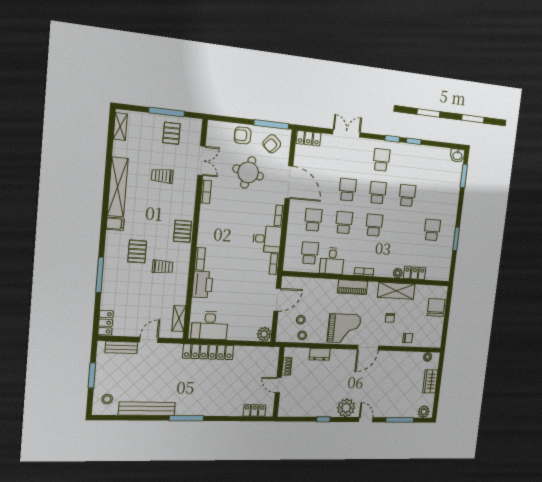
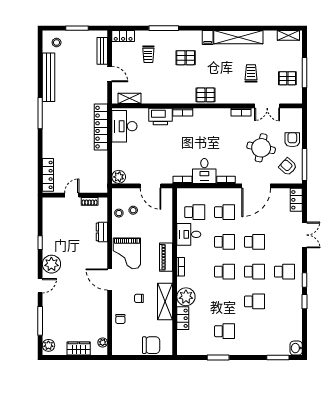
trolley: (163, 267) -> (148, 54), moved
plant: (398, 273) -> (186, 297), width x1.88, depth x1.88
locker: (254, 410) -> (48, 175), width x1.53

